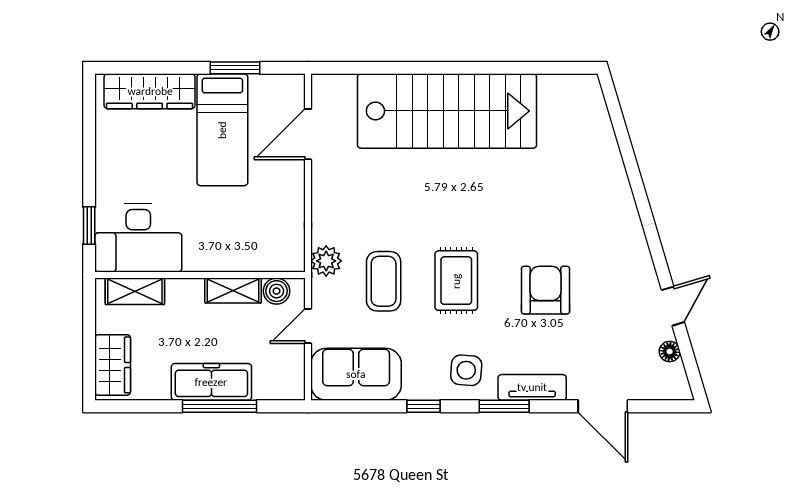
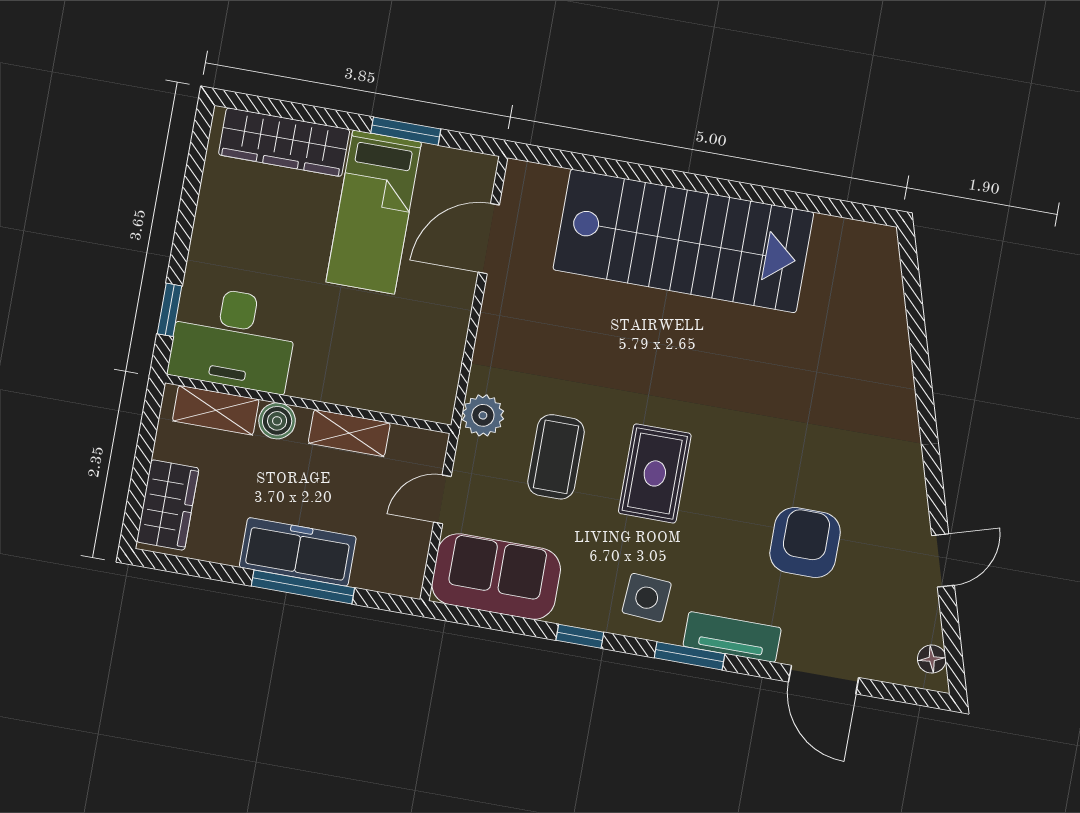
armchair: (546, 290) -> (805, 543), moved
boiler: (277, 291) -> (277, 421), moved
floor lamp: (670, 352) -> (932, 659), moved

